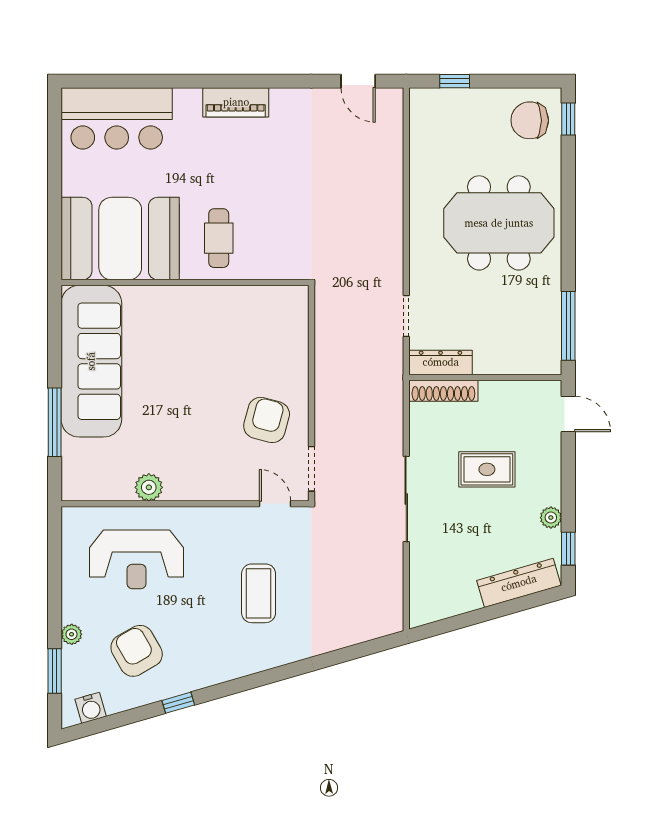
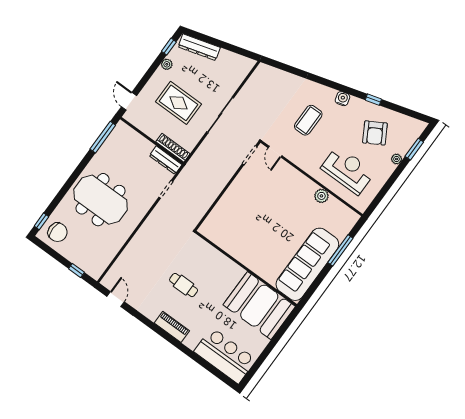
cafe table: (219, 238) -> (184, 285), moved, turned 90
armchair: (267, 420) -> (254, 188), removed
rug: (487, 469) -> (179, 103), width x1.36, depth x1.43
water cooler: (91, 708) -> (342, 99), moved

